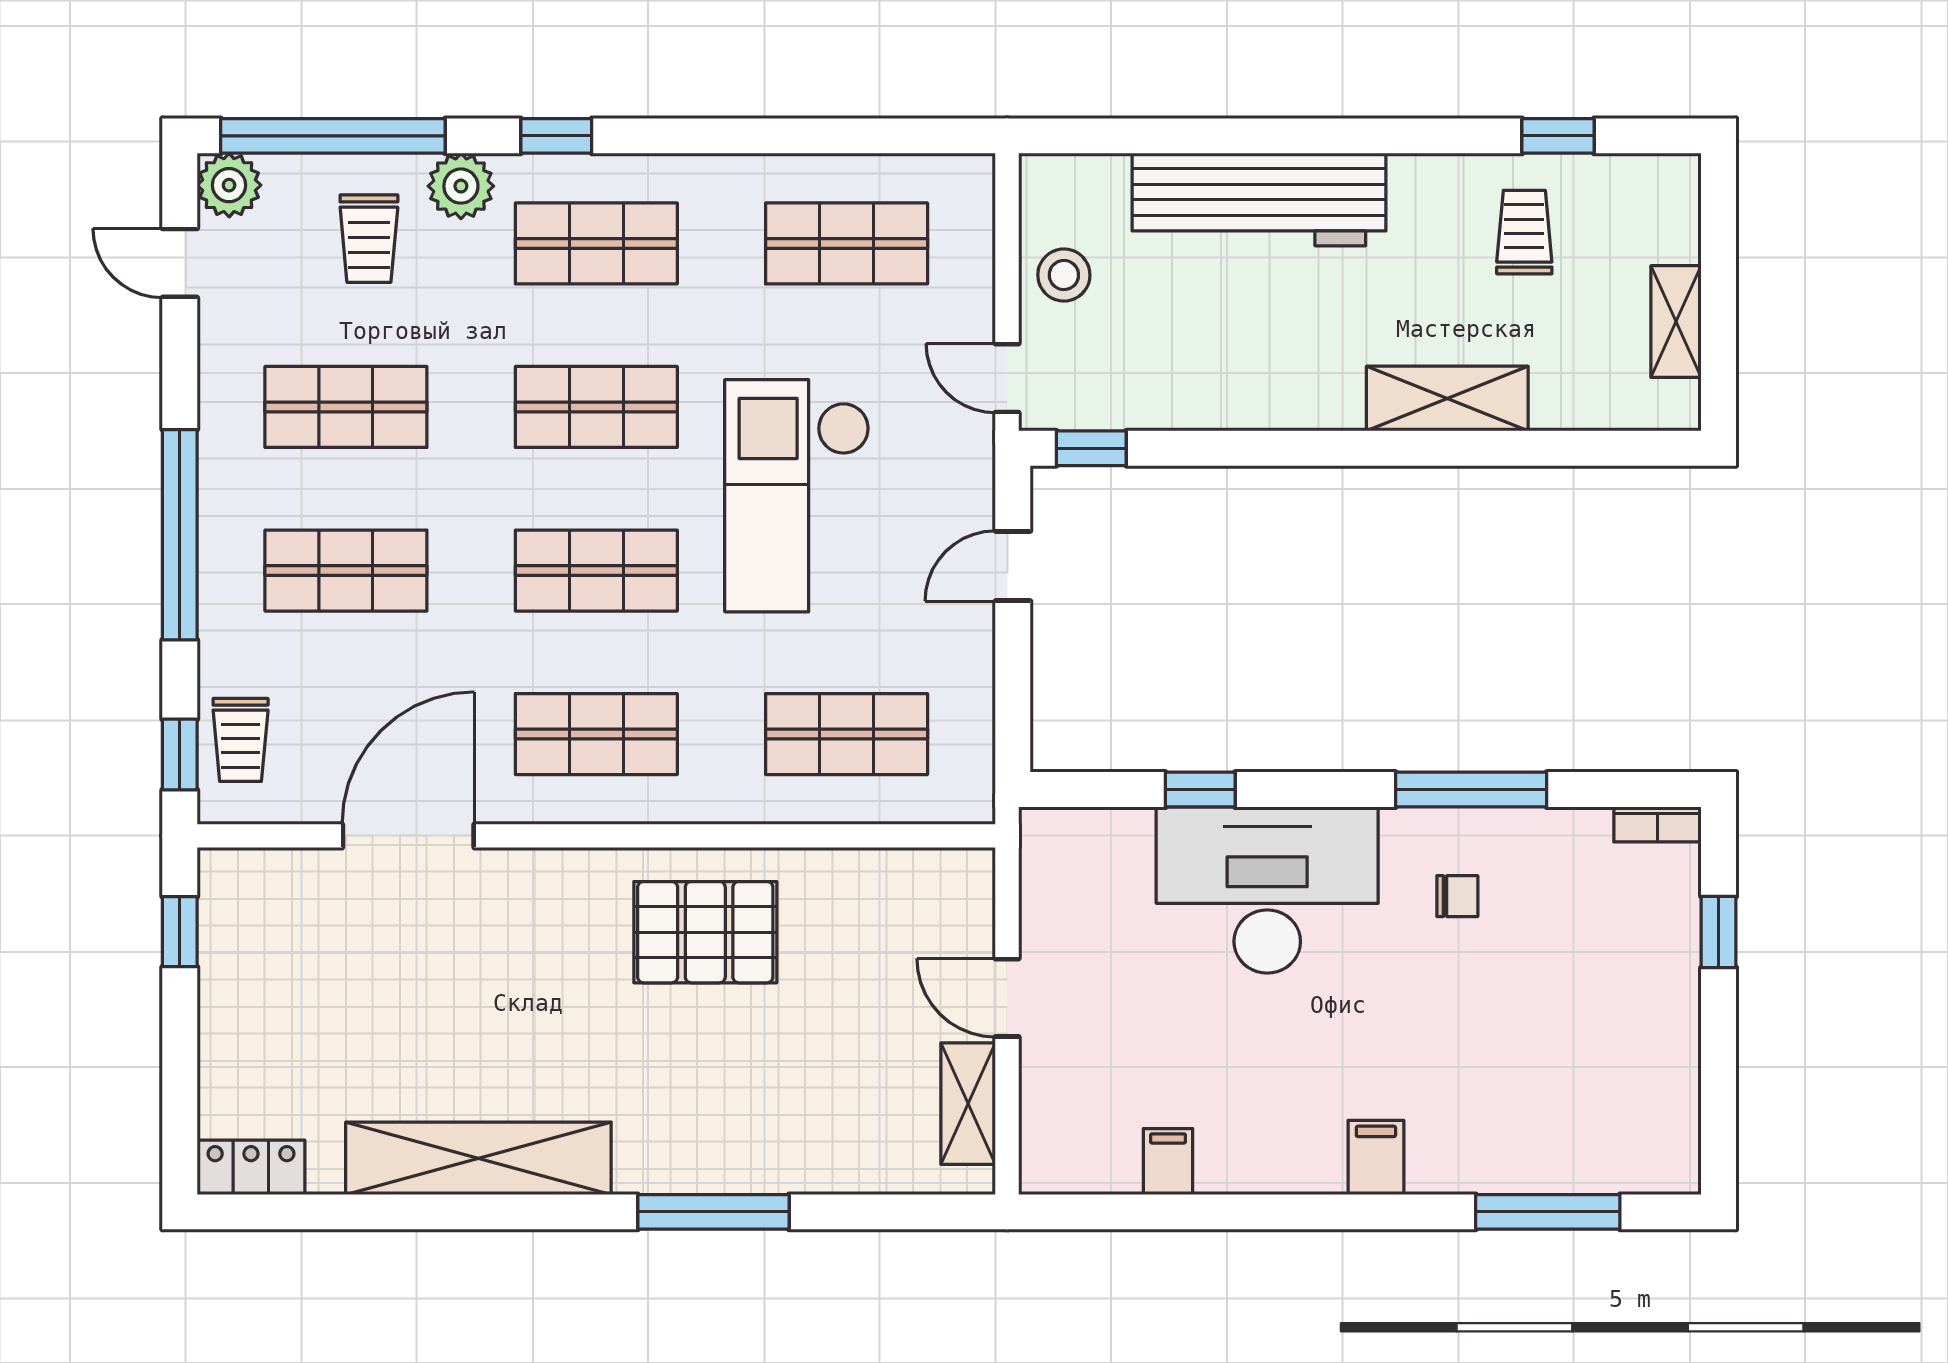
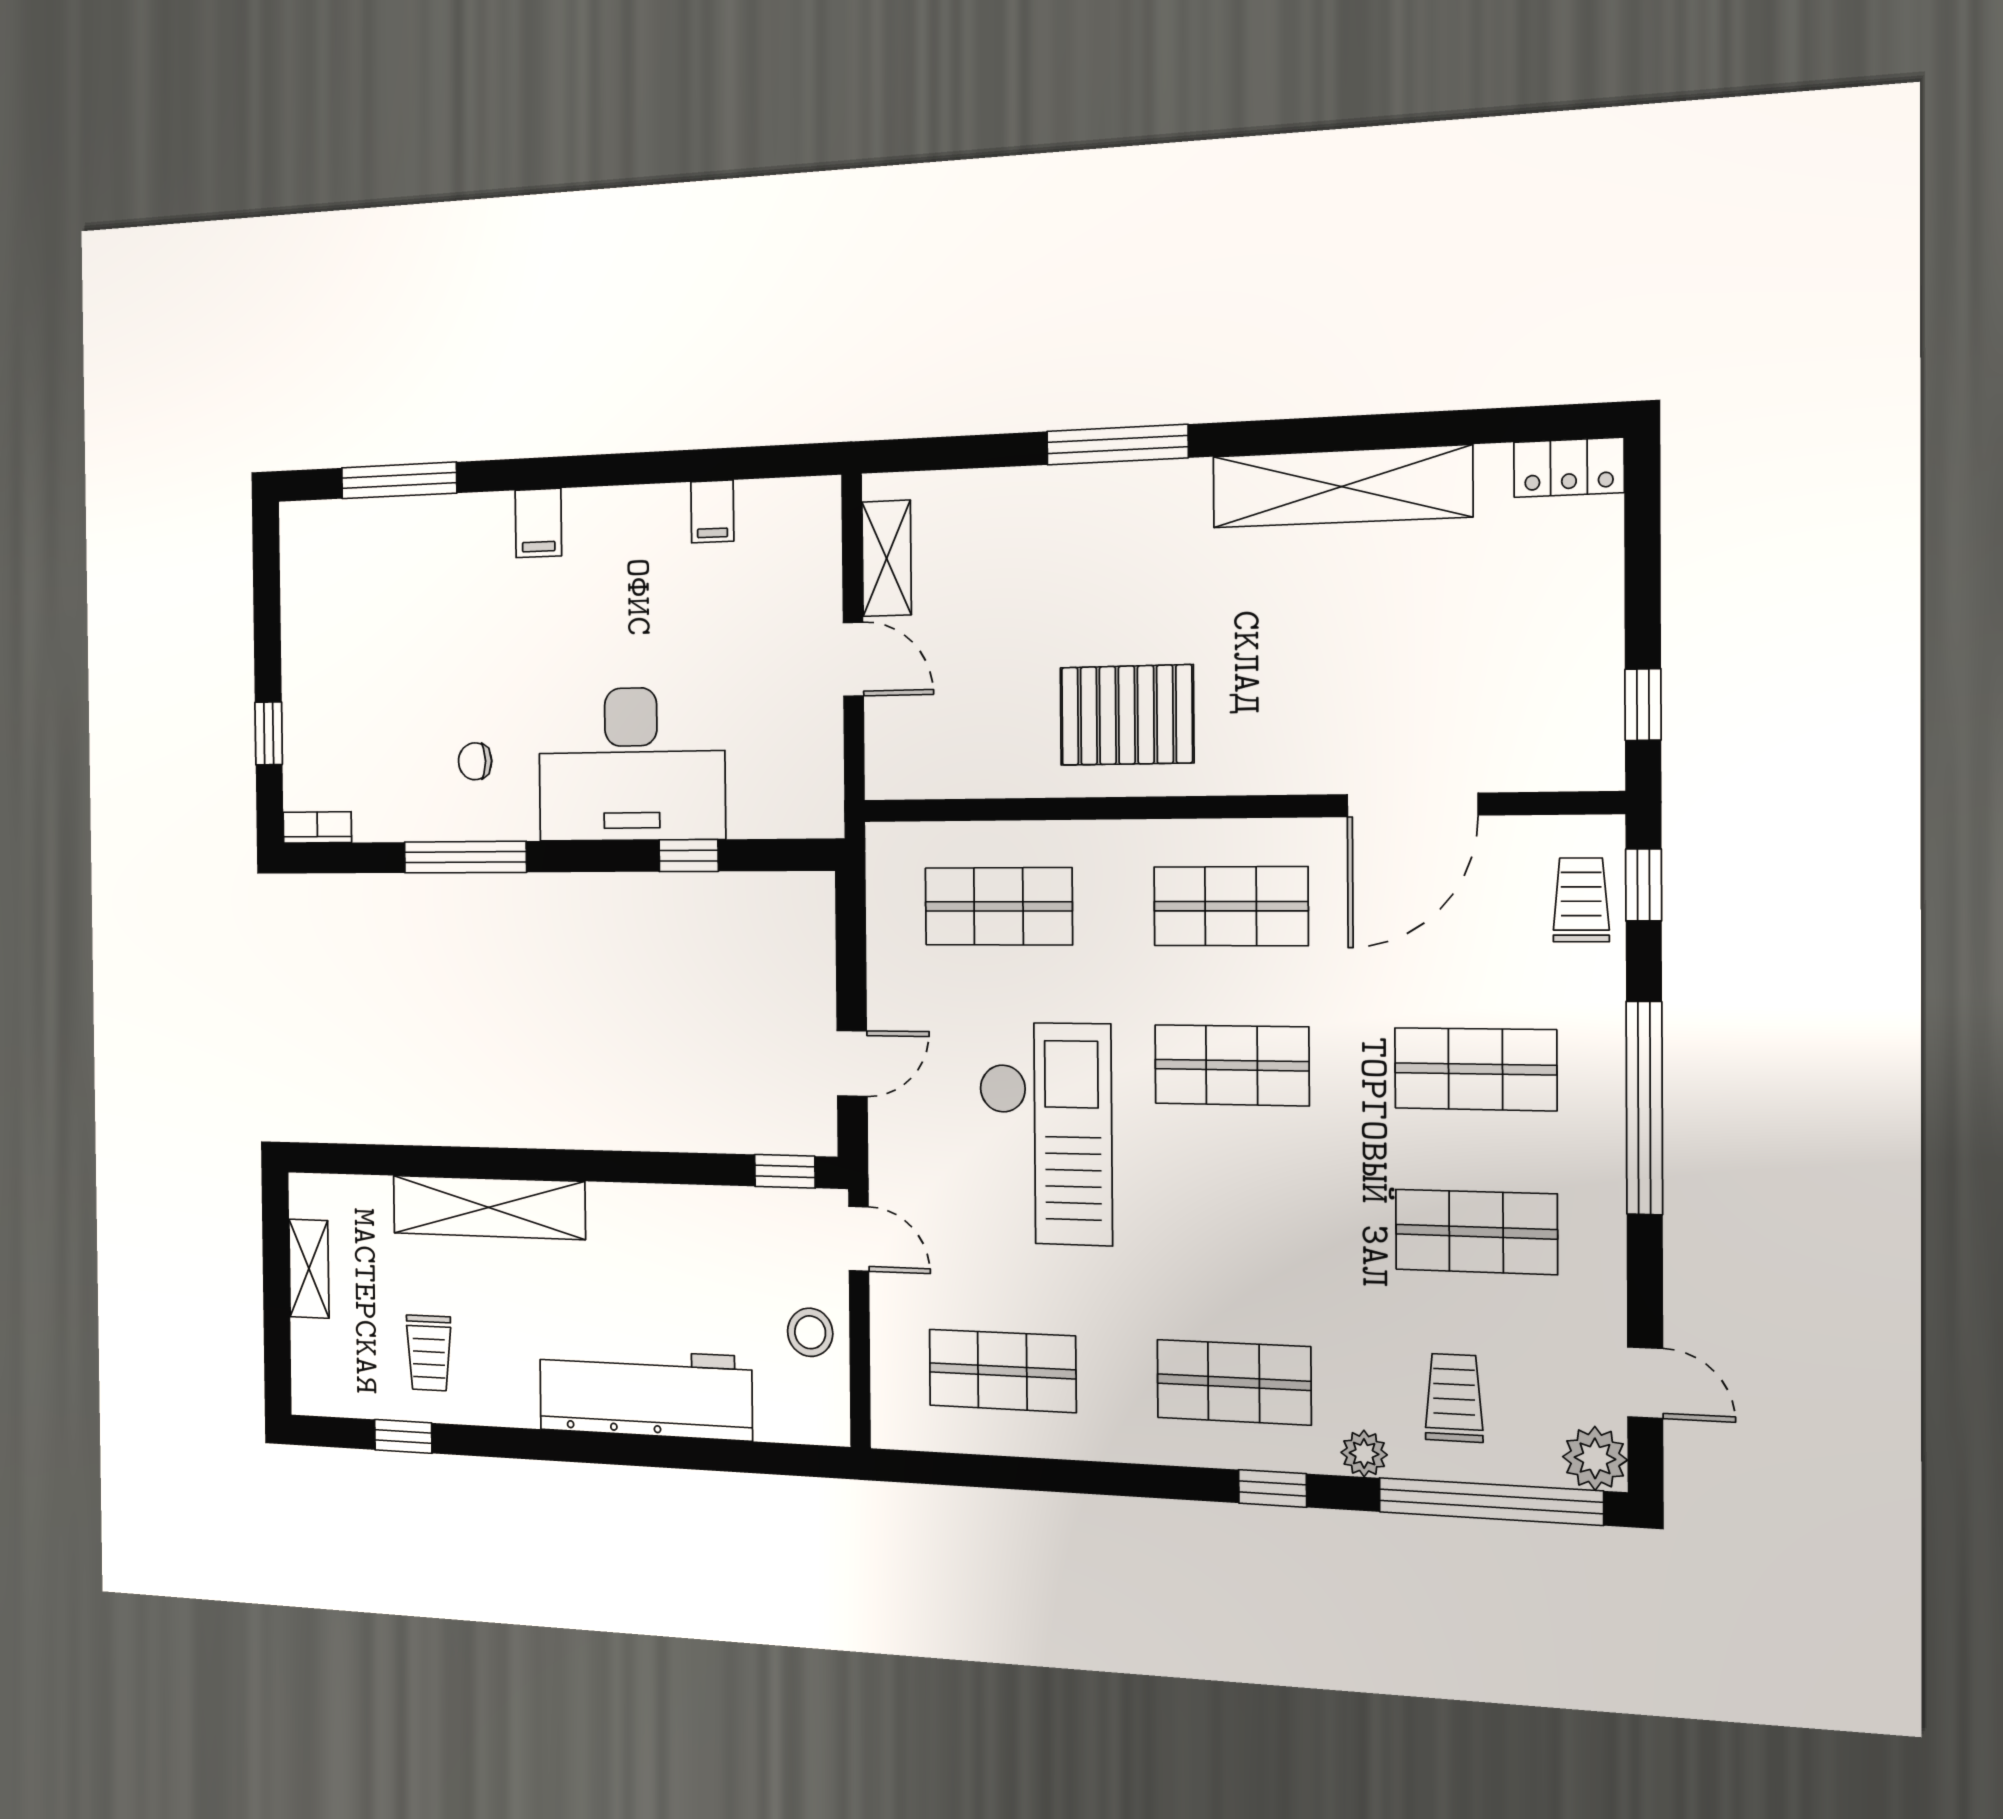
plant: (461, 186) -> (1364, 1454), width x0.73, depth x0.73
shelving: (1447, 399) -> (489, 1207), width x1.47
shop shelf: (596, 407) -> (1233, 1224), removed

